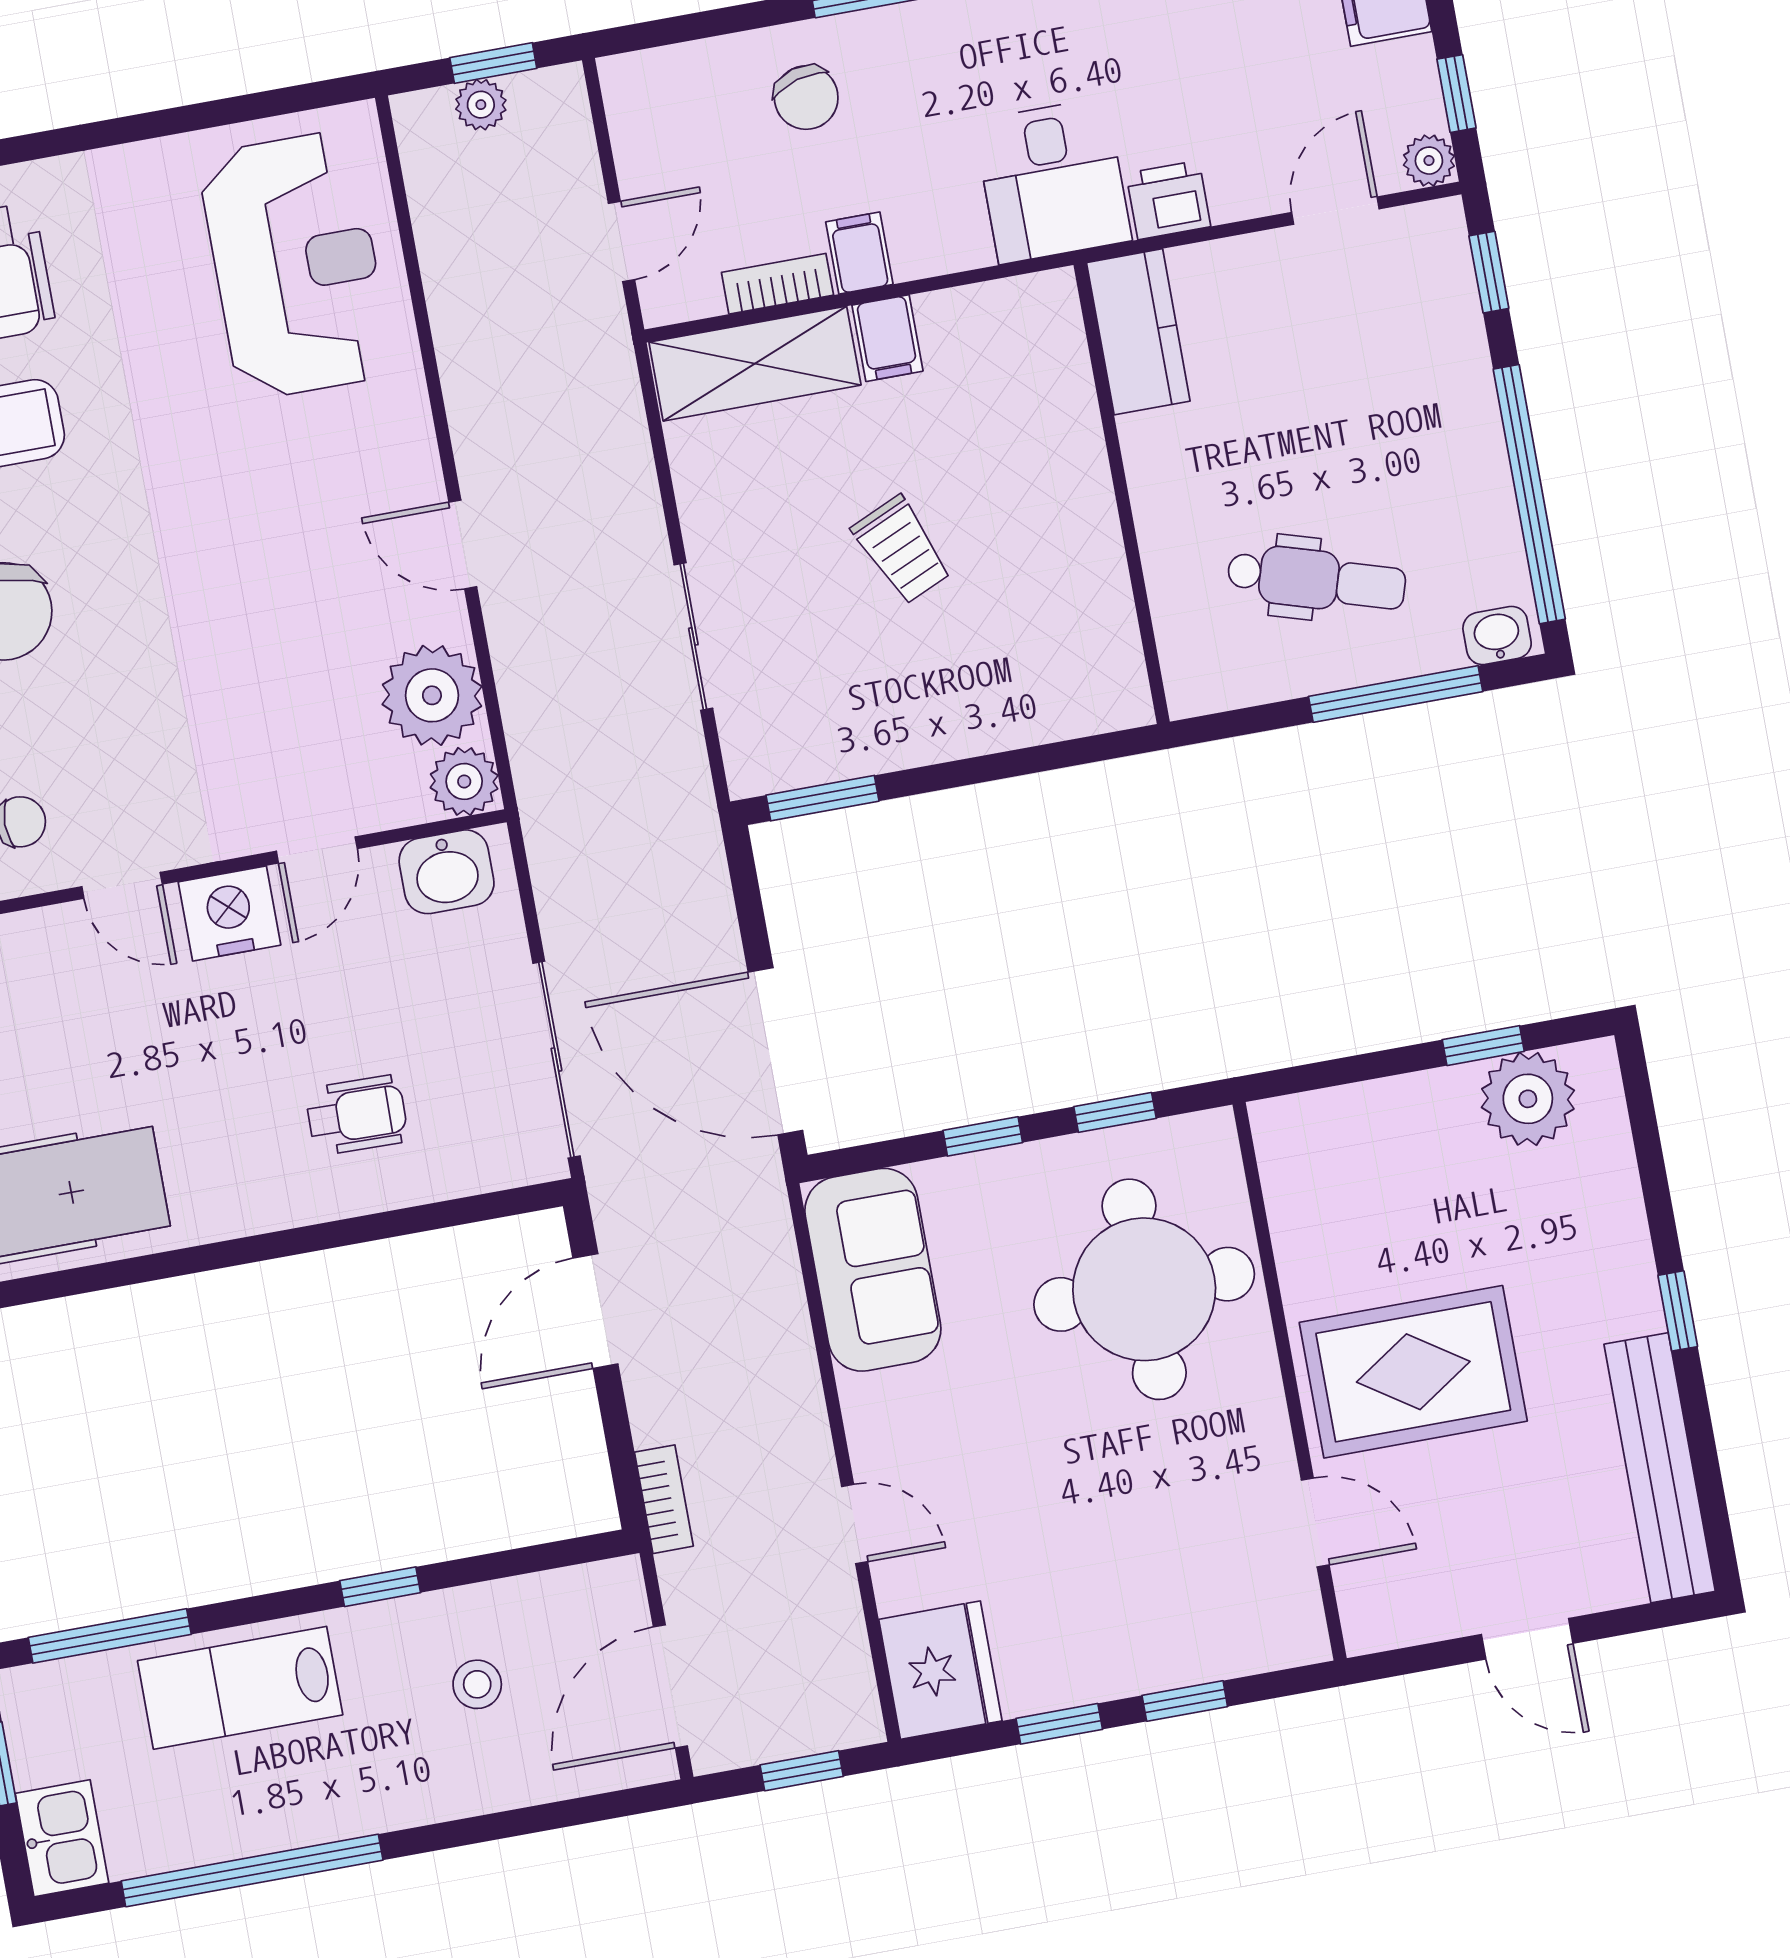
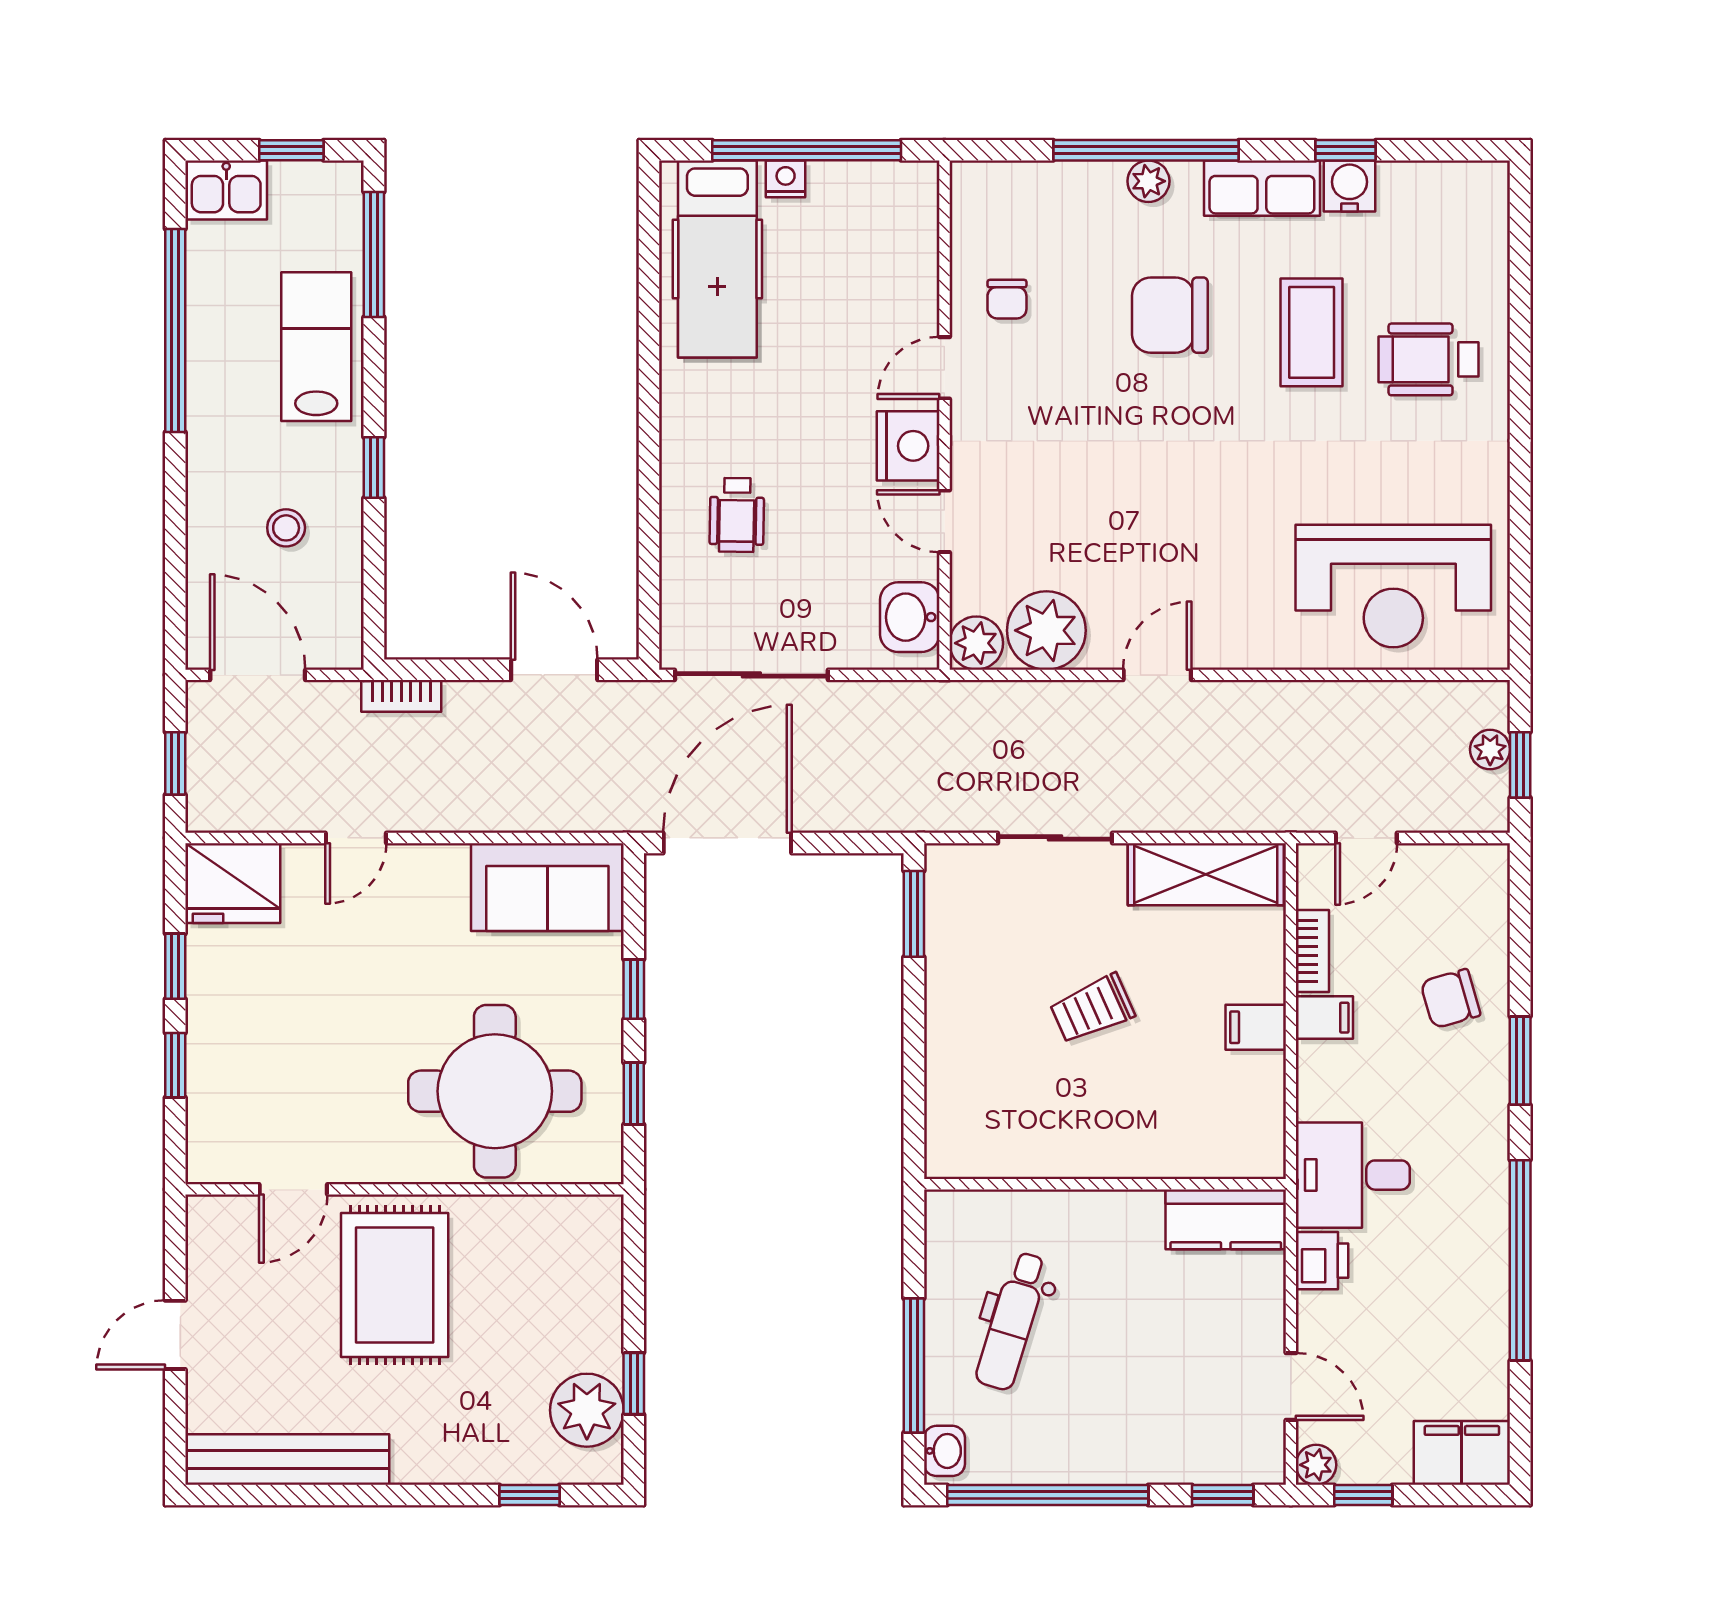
door: (622, 242) -> (1366, 838), hinge flipped
shelving: (755, 364) -> (1206, 874), moved, turned 90
window: (1678, 1311) -> (529, 1495), moved

